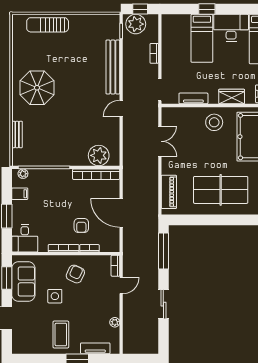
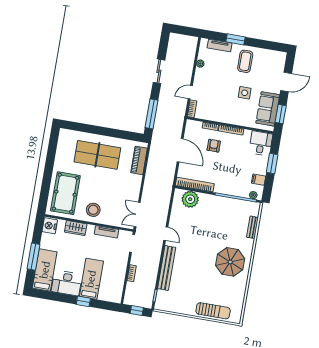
plant: (136, 24) -> (142, 299), removed
door: (121, 109) -> (166, 234), hinge flipped
double door: (160, 141) -> (137, 215), moved
armchair: (75, 274) -> (225, 108), removed

